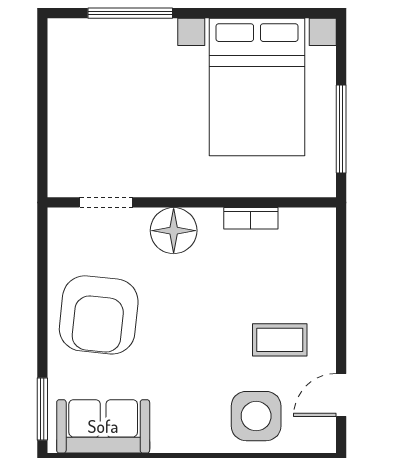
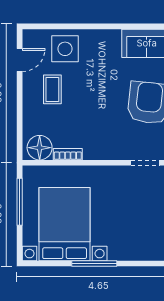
window: (130, 13) -> (94, 264), moved
floor lamp: (174, 231) -> (40, 148), moved
coffee table: (280, 340) -> (52, 89), turned 90

